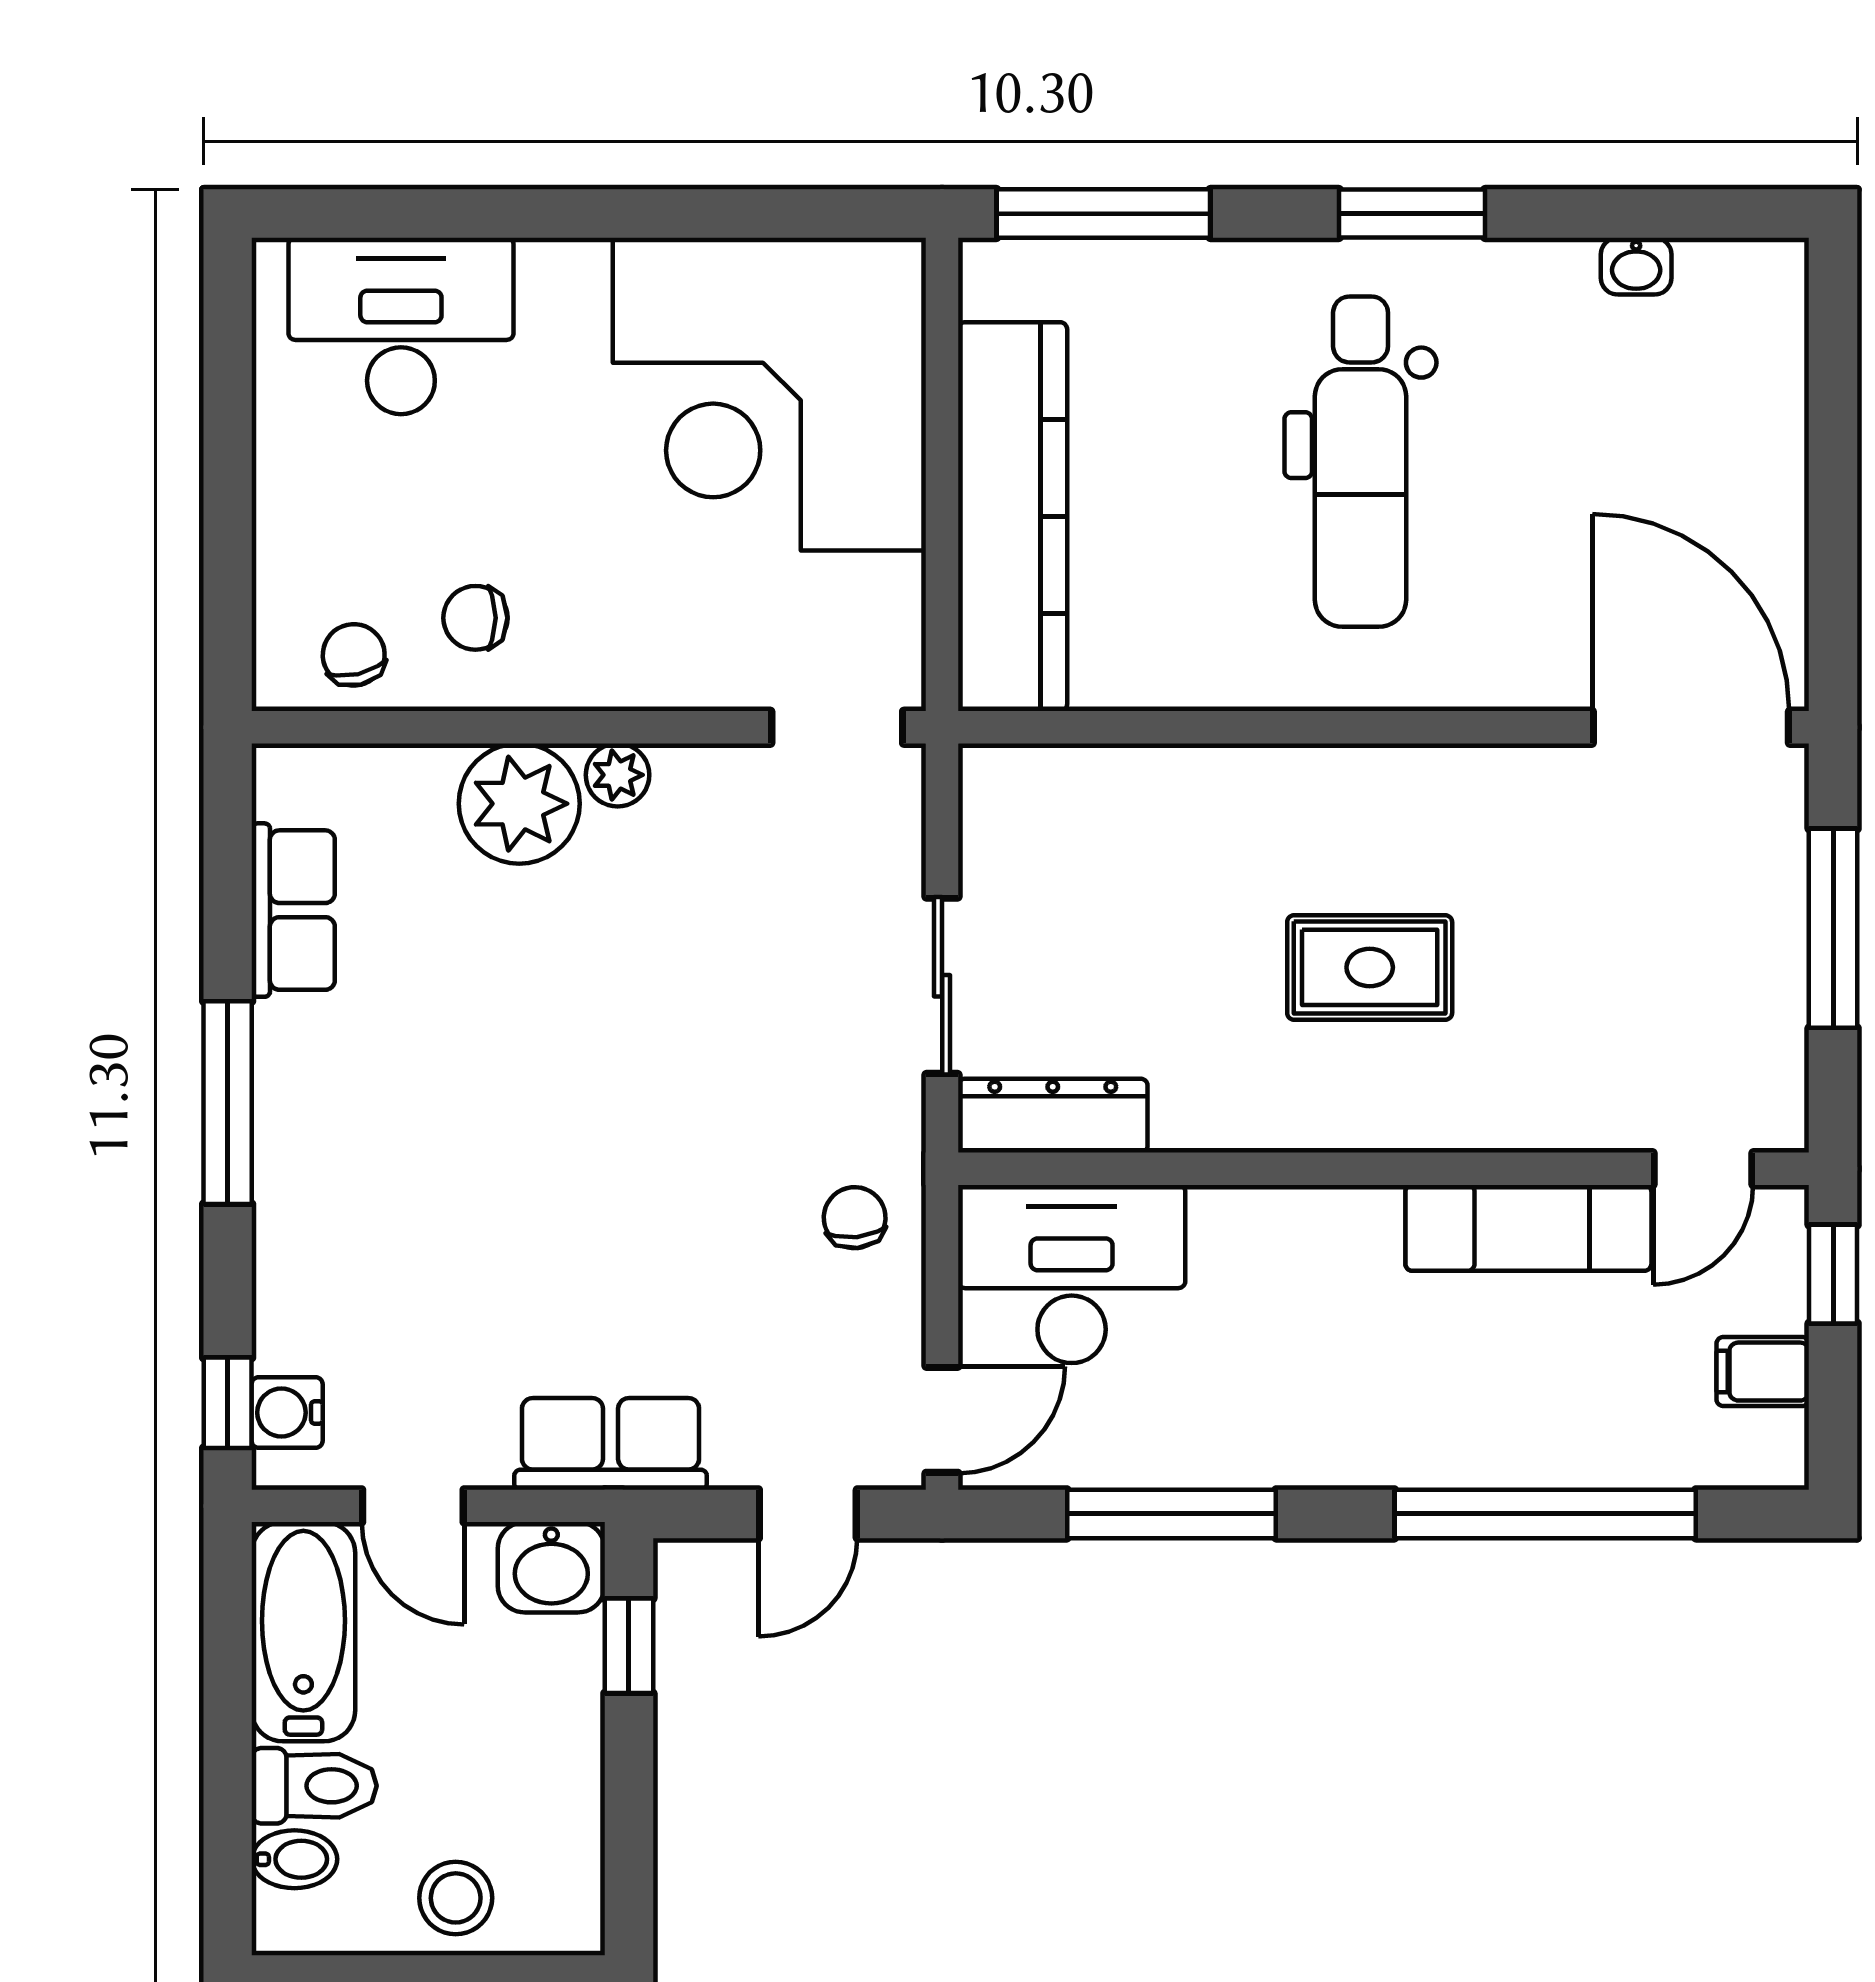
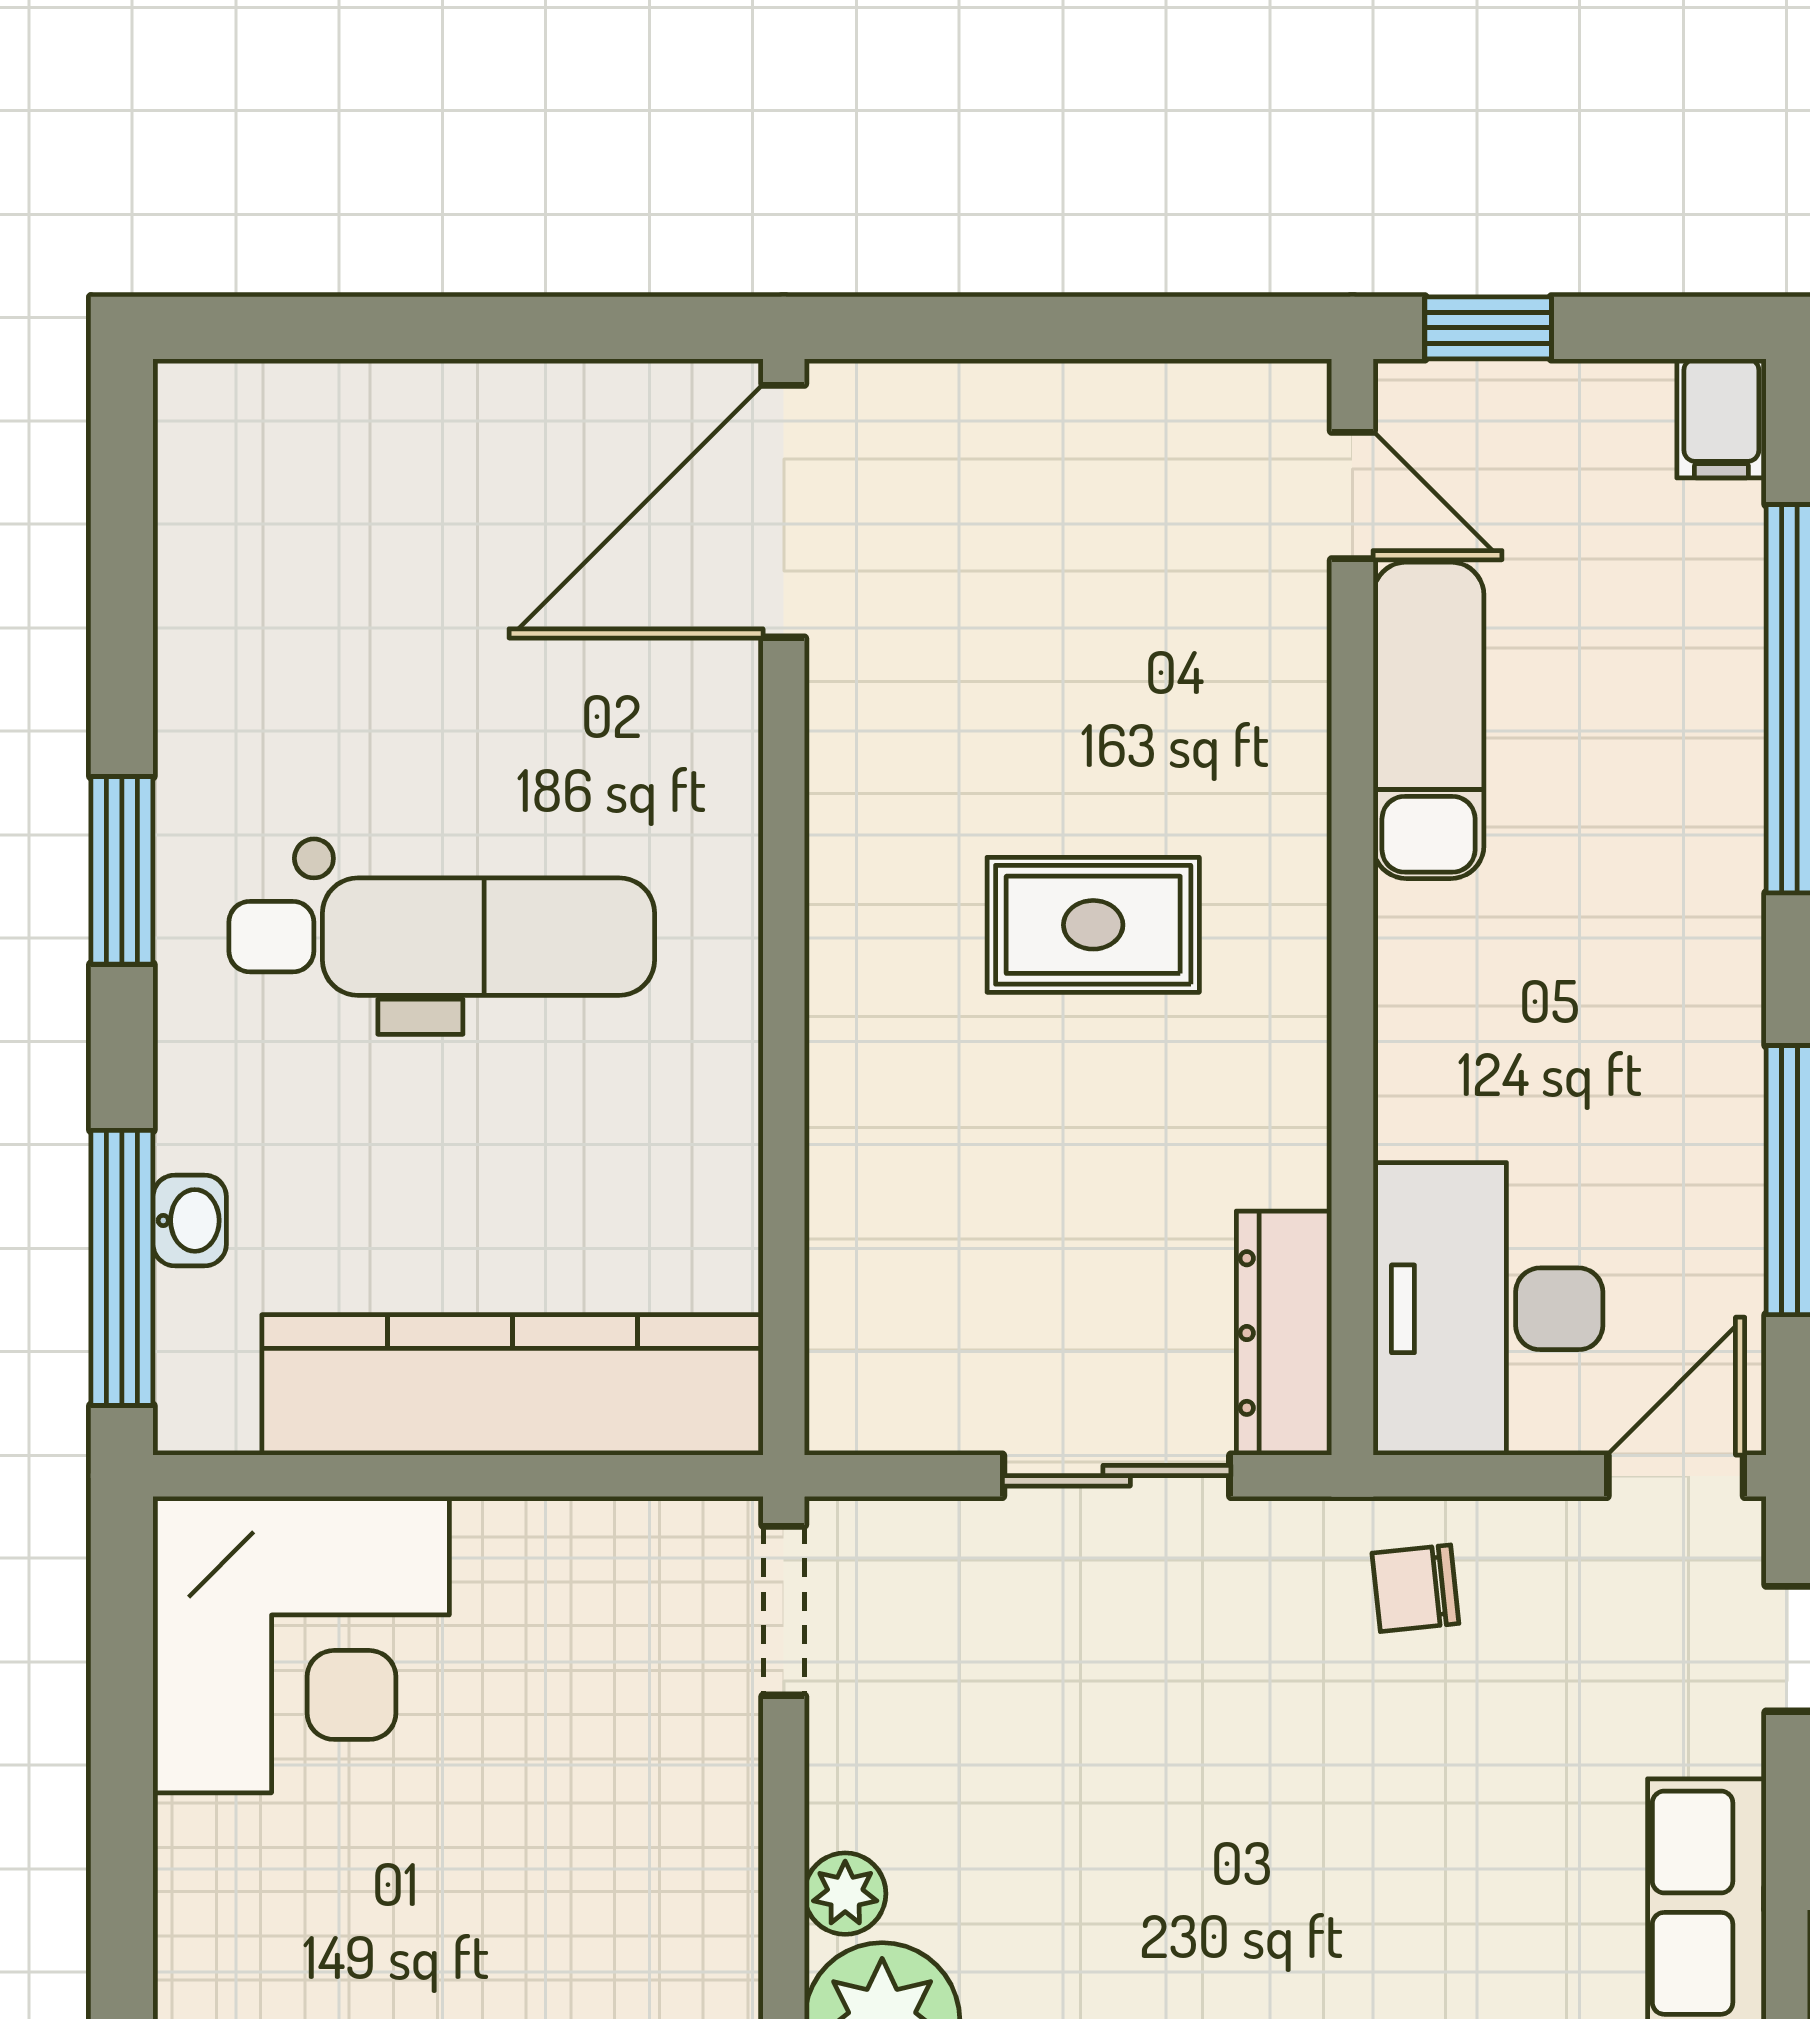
washbasin: (1636, 266) -> (190, 1220), moved
corner desk: (769, 394) -> (301, 1645), width x0.74, depth x0.74
window: (1833, 928) -> (1043, 328), removed
rug: (1370, 967) -> (1093, 925), turned 90
filing cabinet: (1763, 1372) -> (1721, 418), moved
door: (942, 1420) -> (1676, 1476), hinge flipped

